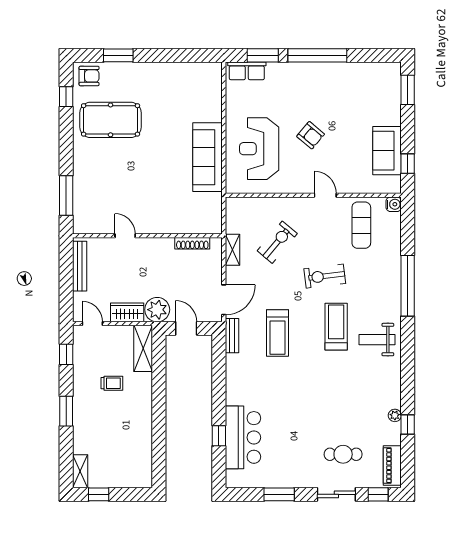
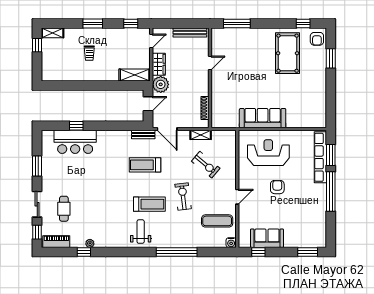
row of seats: (247, 71) -> (320, 157), width x2.02
armchair: (311, 135) -> (277, 187), turned 140
trolley: (112, 383) -> (89, 53), moved

